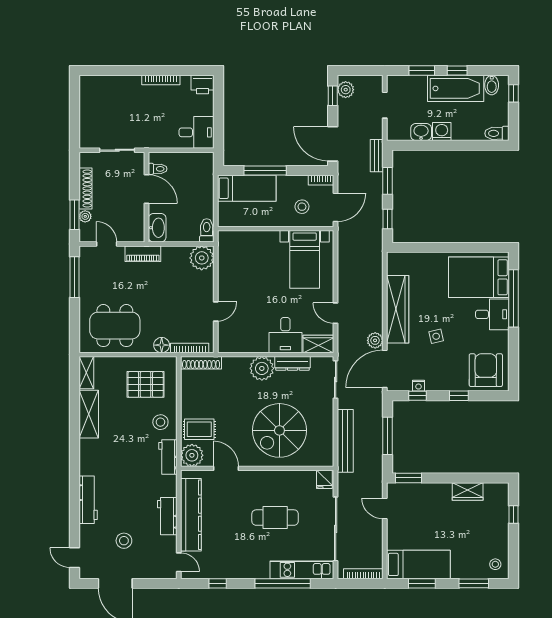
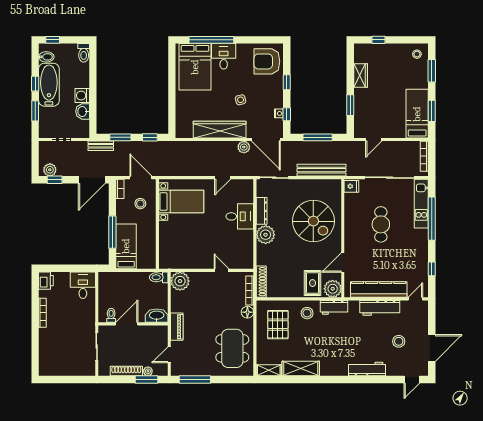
wardrobe: (318, 344) -> (247, 191), removed
window: (408, 478) -> (350, 105), moved
workbench: (167, 516) -> (380, 308), width x1.38

